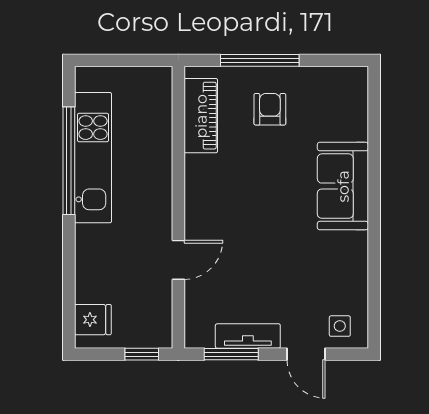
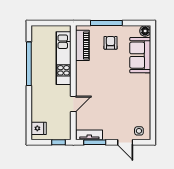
floor lamp: (355, 80) -> (145, 31), added
kitchen unit: (93, 158) -> (63, 58), moved, turned 180
sofa: (343, 186) -> (140, 55), moved
tv unit: (248, 336) -> (89, 135), moved

